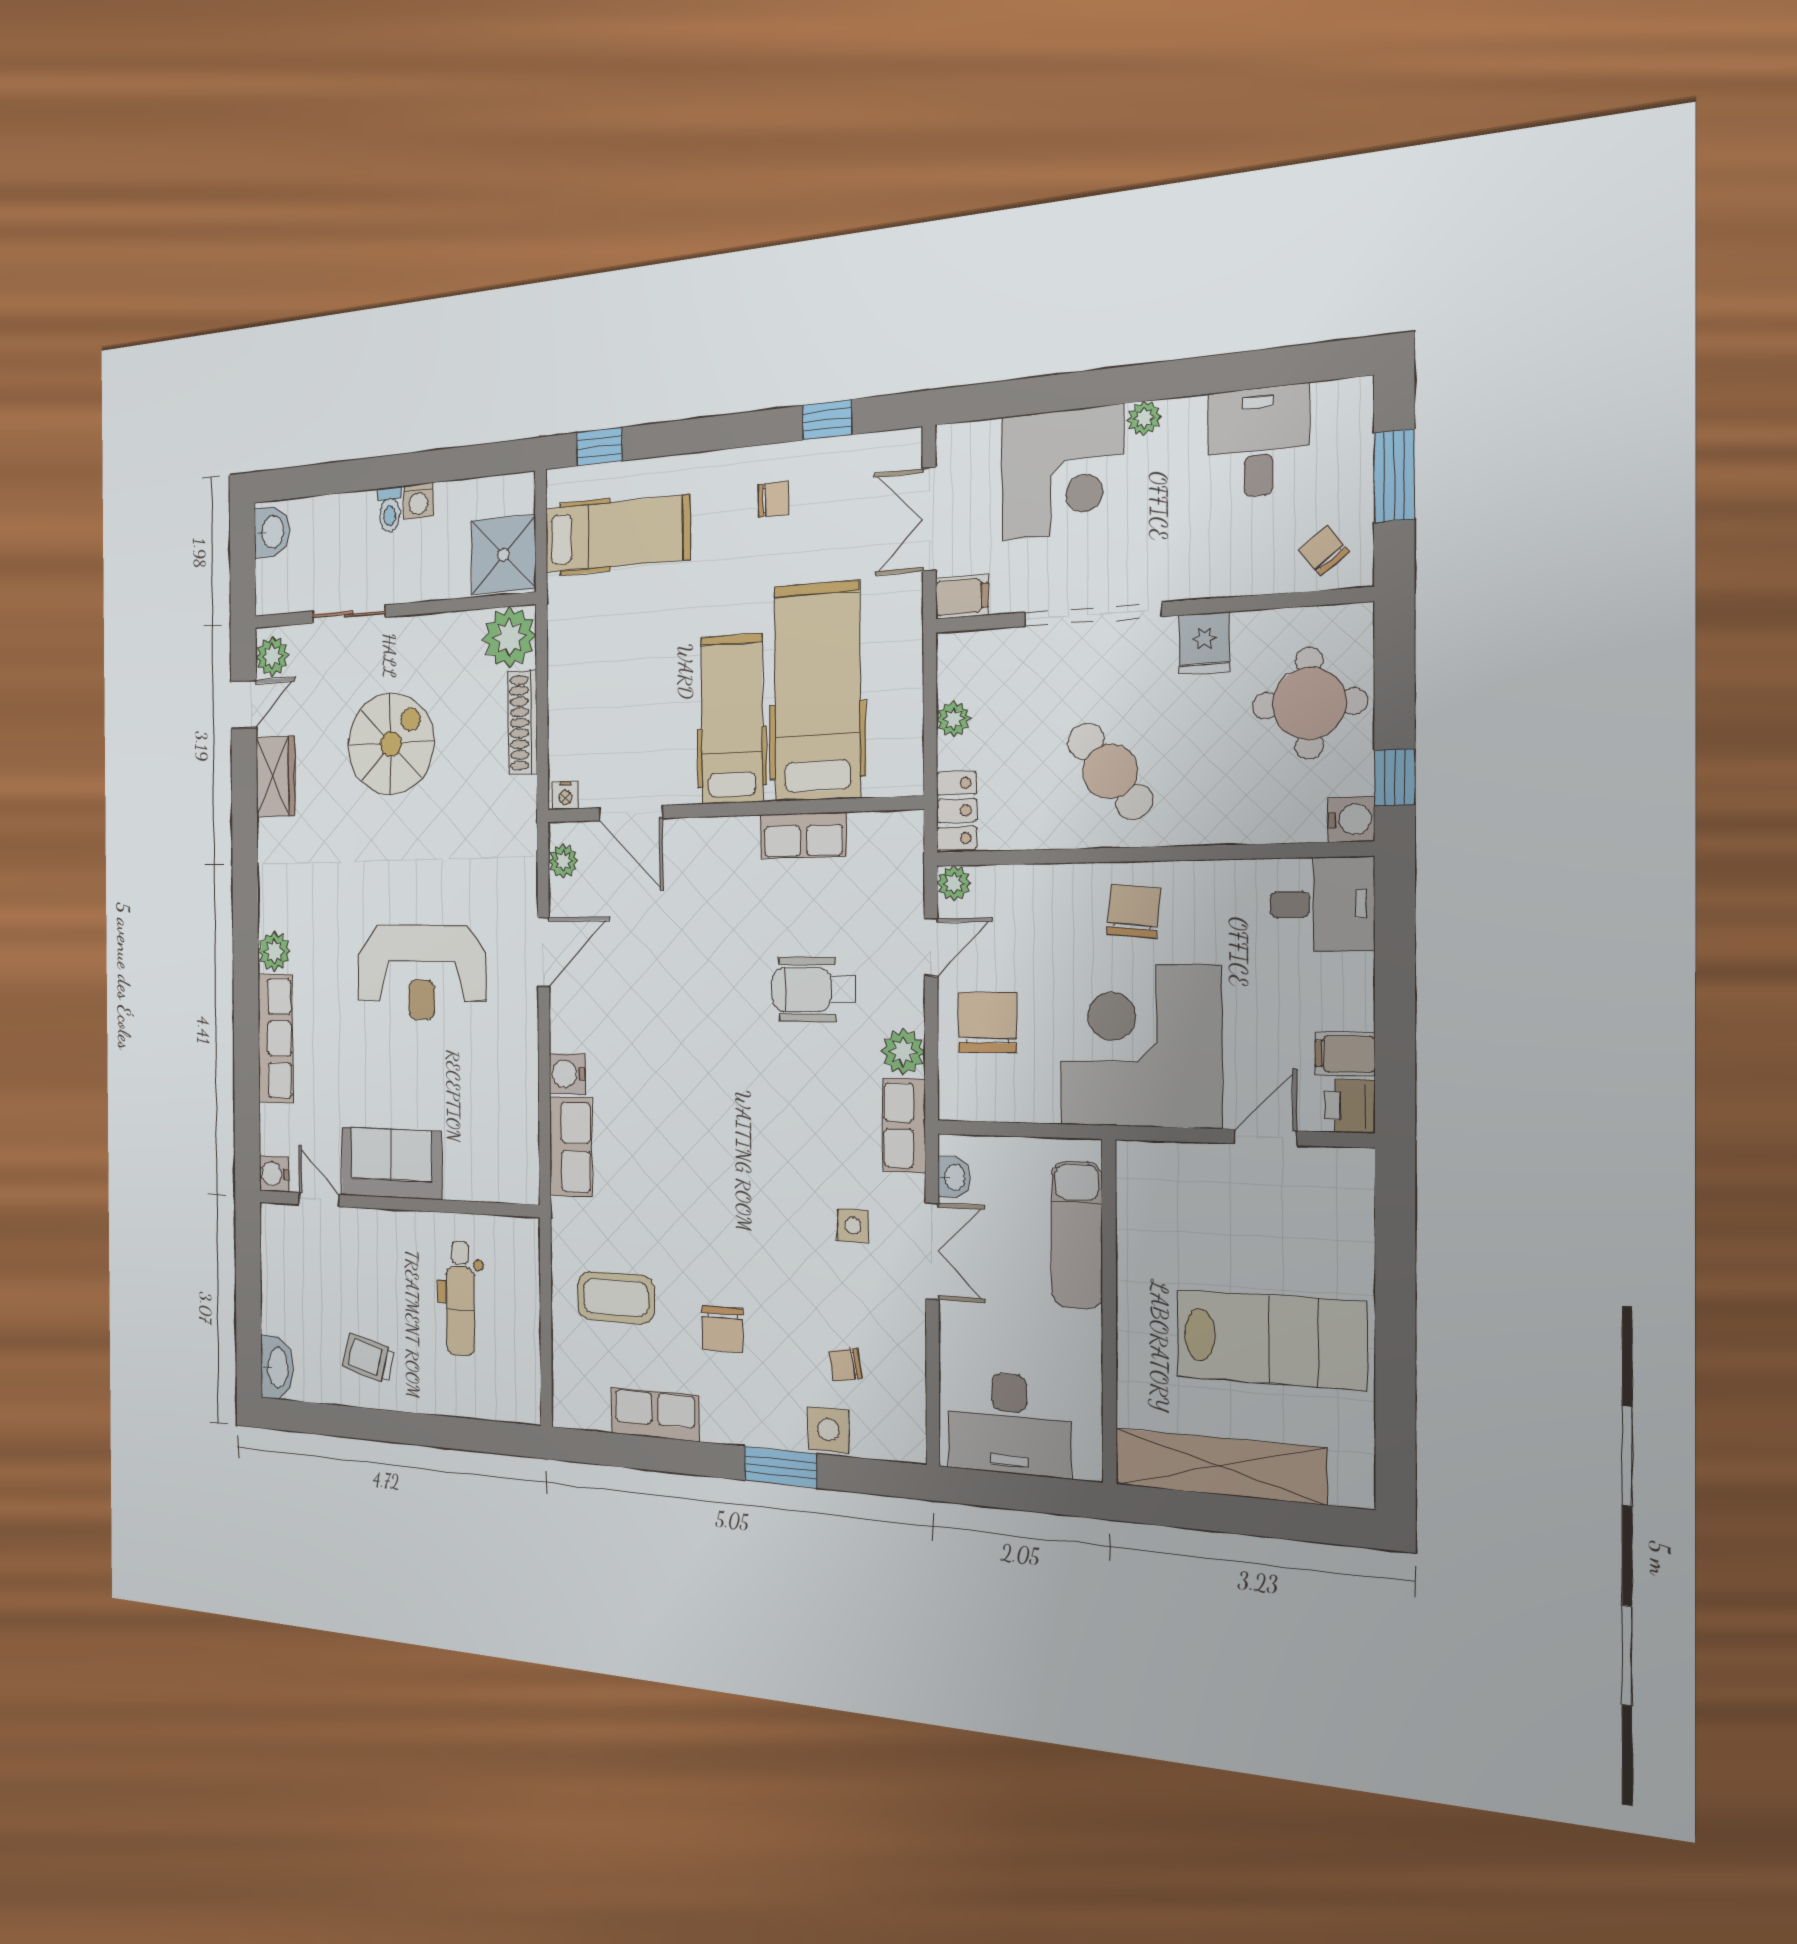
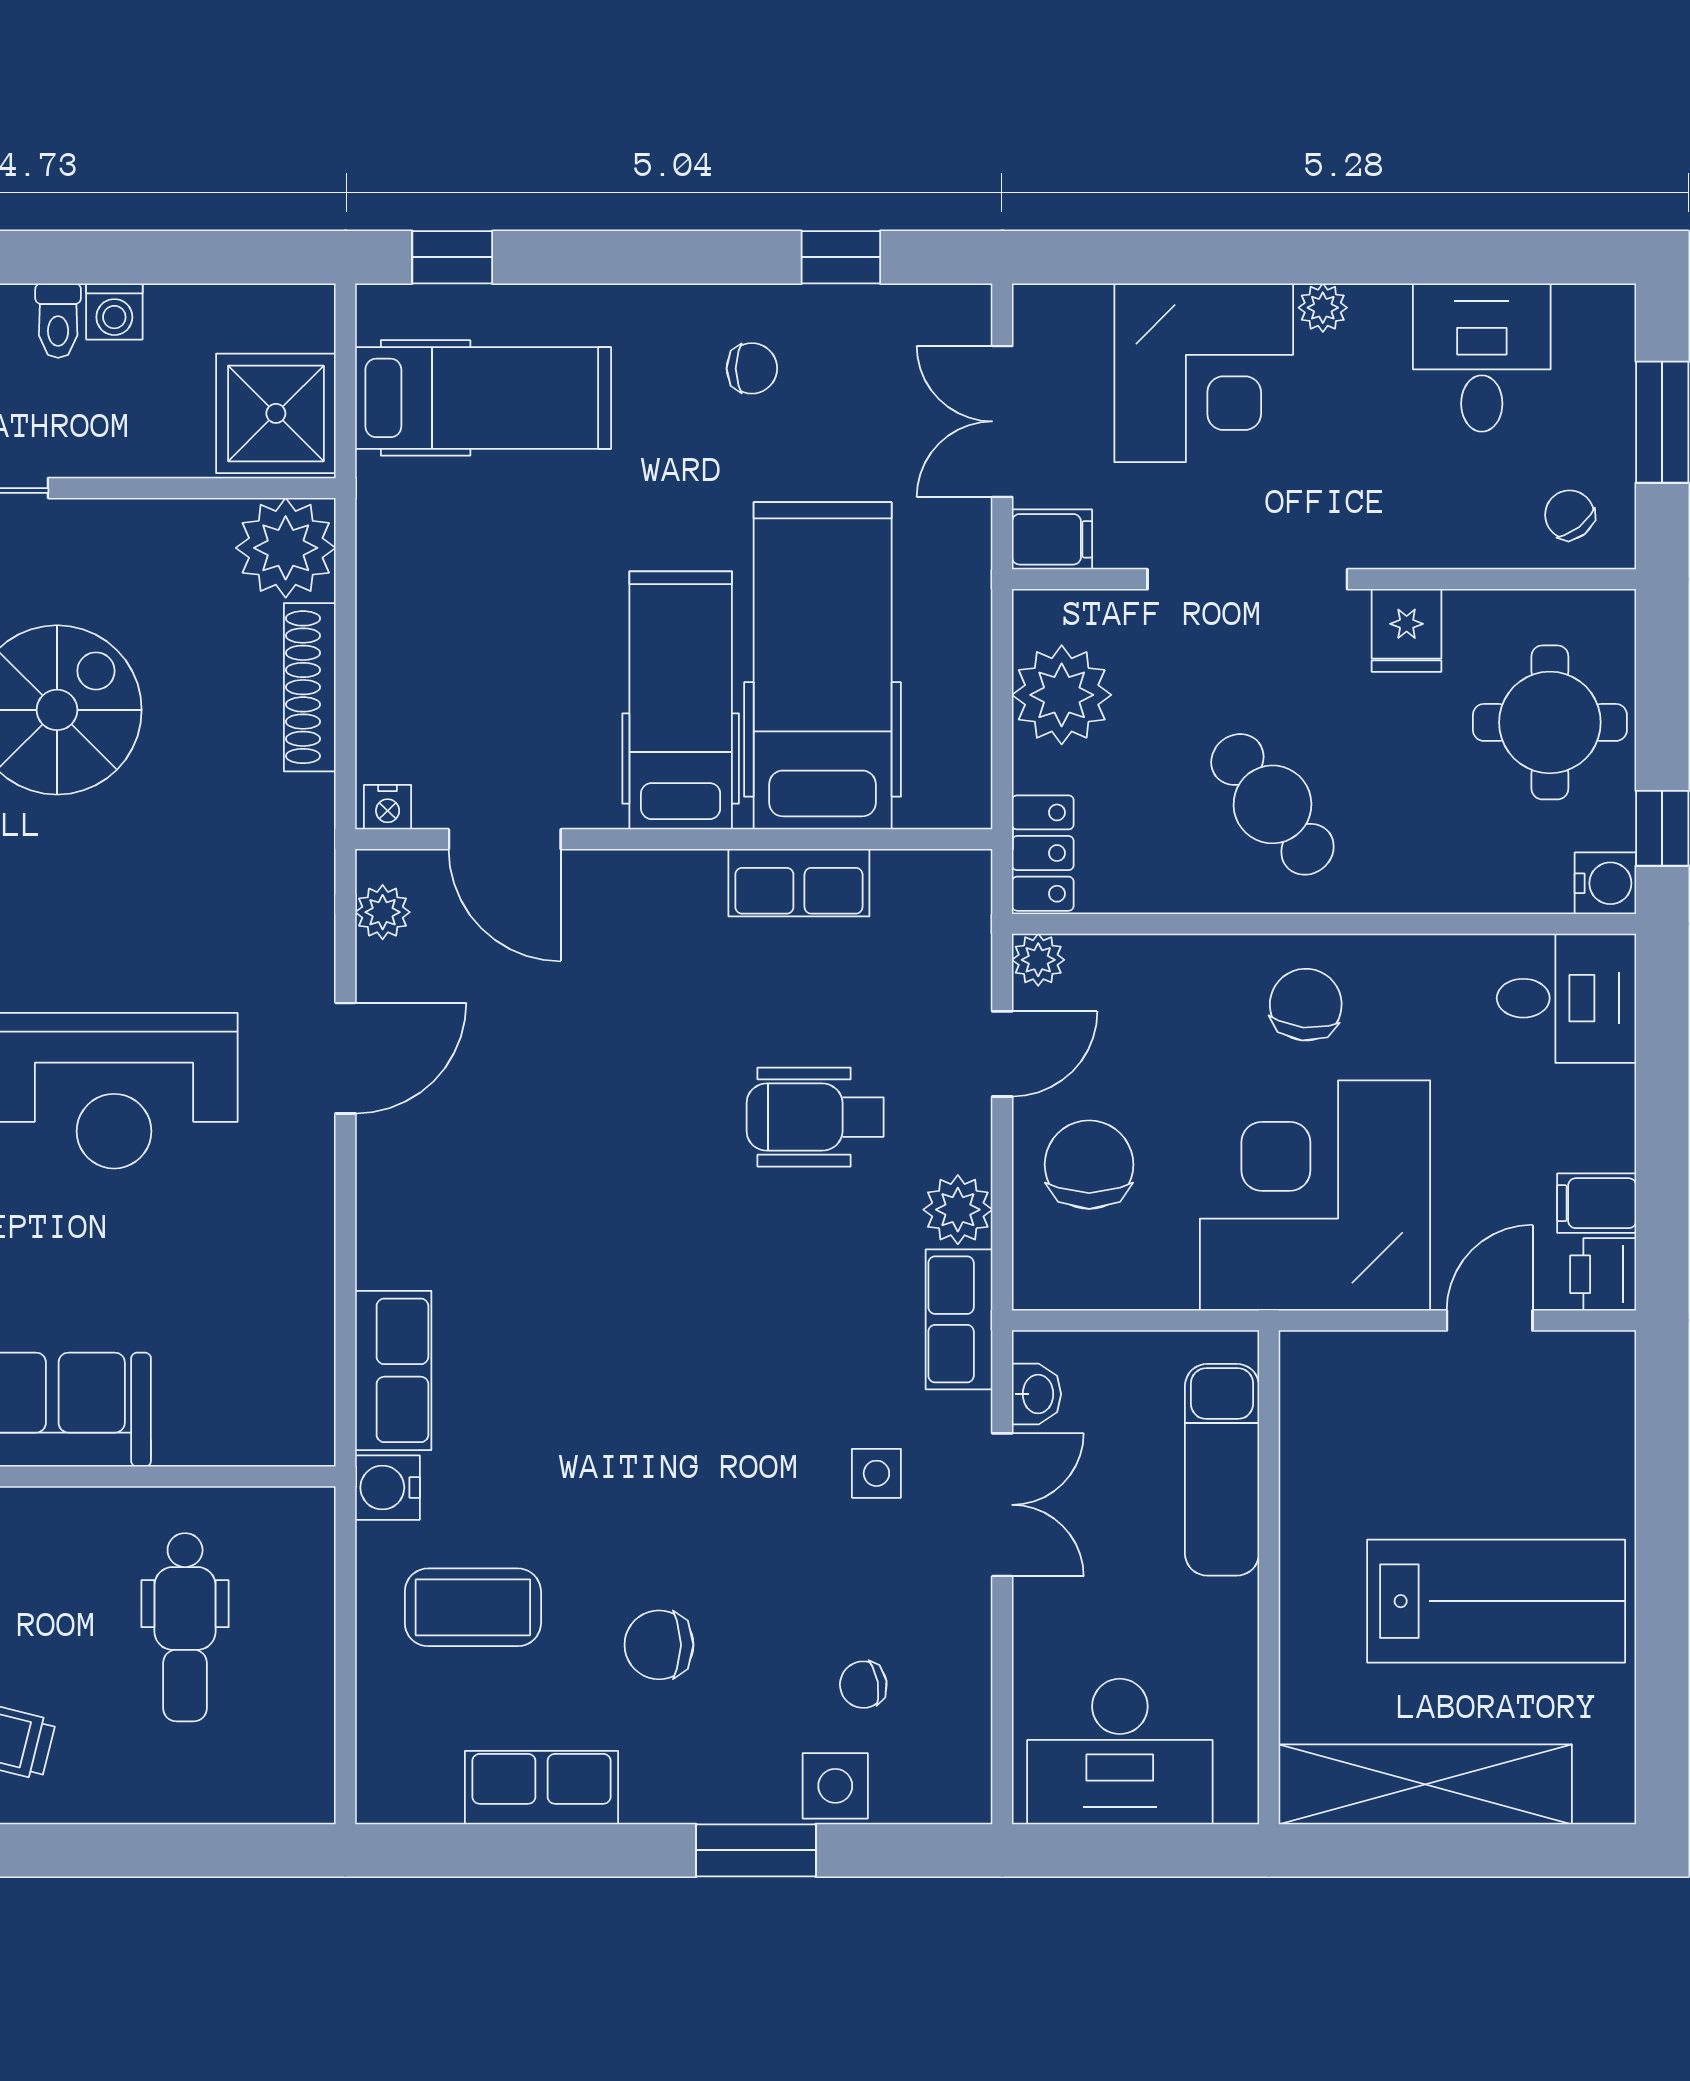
plant: (953, 719) -> (1062, 695), width x1.88, depth x1.88
water cooler: (567, 1074) -> (387, 1488), moved
chair: (722, 1329) -> (659, 1645), turned 90

